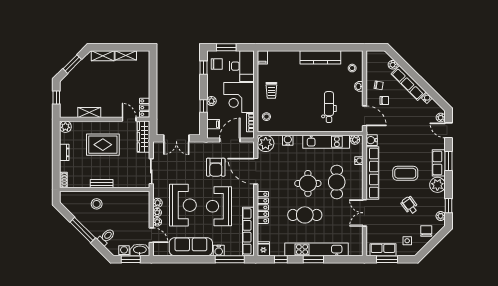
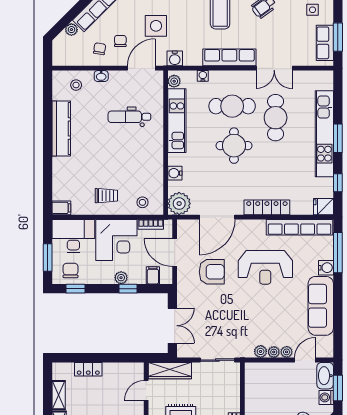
locker: (145, 108) -> (88, 369), moved
side table: (395, 126) -> (156, 26), added
row of seats: (372, 173) -> (229, 57), width x0.73
reception desk: (183, 205) -> (264, 317), removed
cafe table: (305, 215) -> (276, 118), moved

